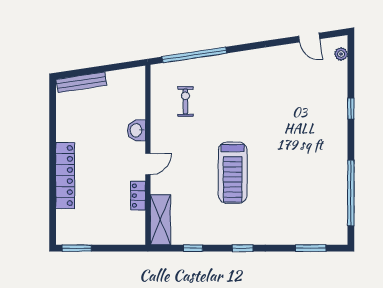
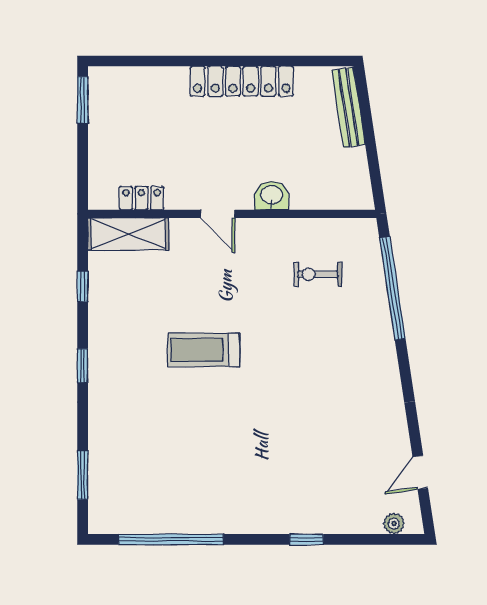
exercise bike: (185, 101) -> (318, 274), turned 180
treadmill: (233, 173) -> (204, 350), width x0.73, depth x0.73
locker: (65, 175) -> (242, 81), moved
locker: (138, 196) -> (141, 198), moved

